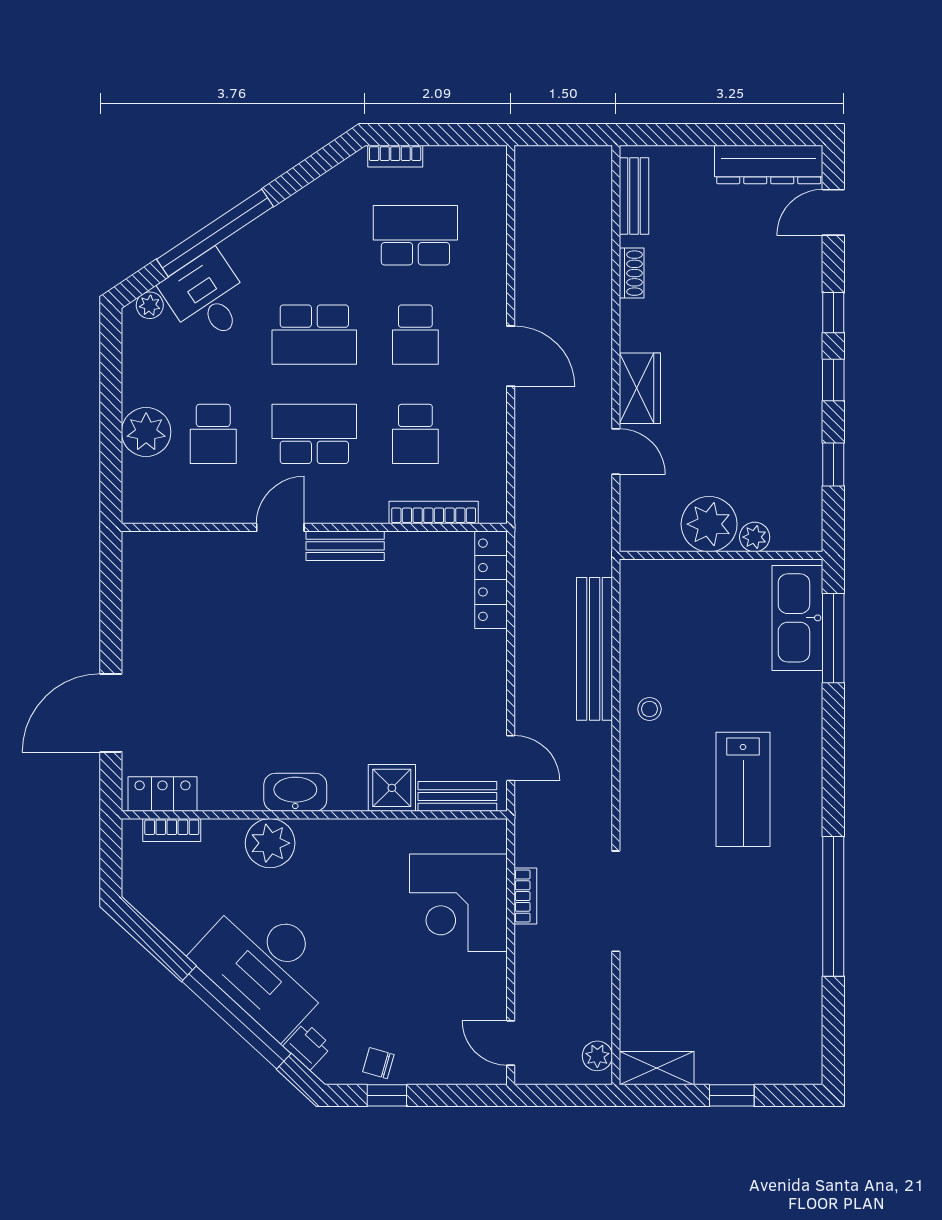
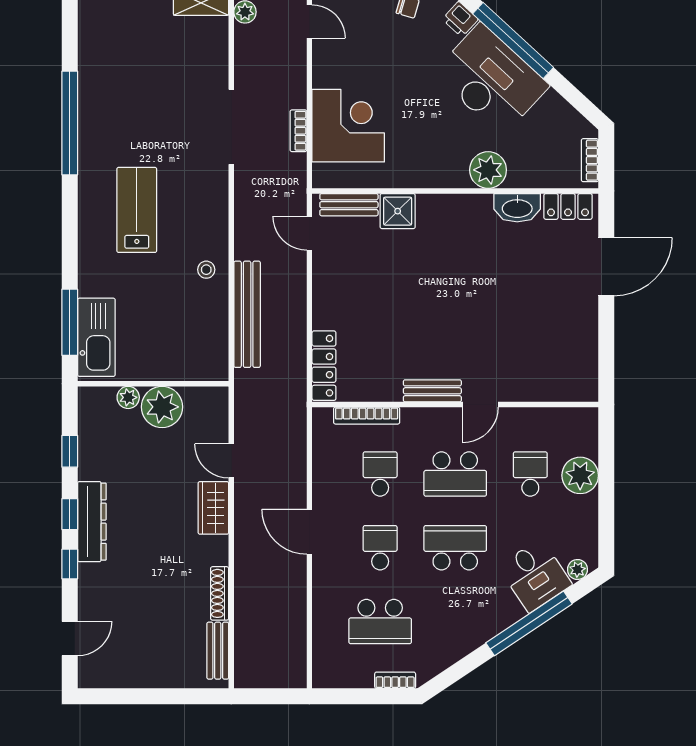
dresser: (769, 165) -> (92, 522), moved, turned 90
shoe rack: (632, 273) -> (220, 593), width x1.43
washbasin: (295, 792) -> (517, 208), moved
bookcase: (172, 830) -> (590, 160), moved, turned -90

